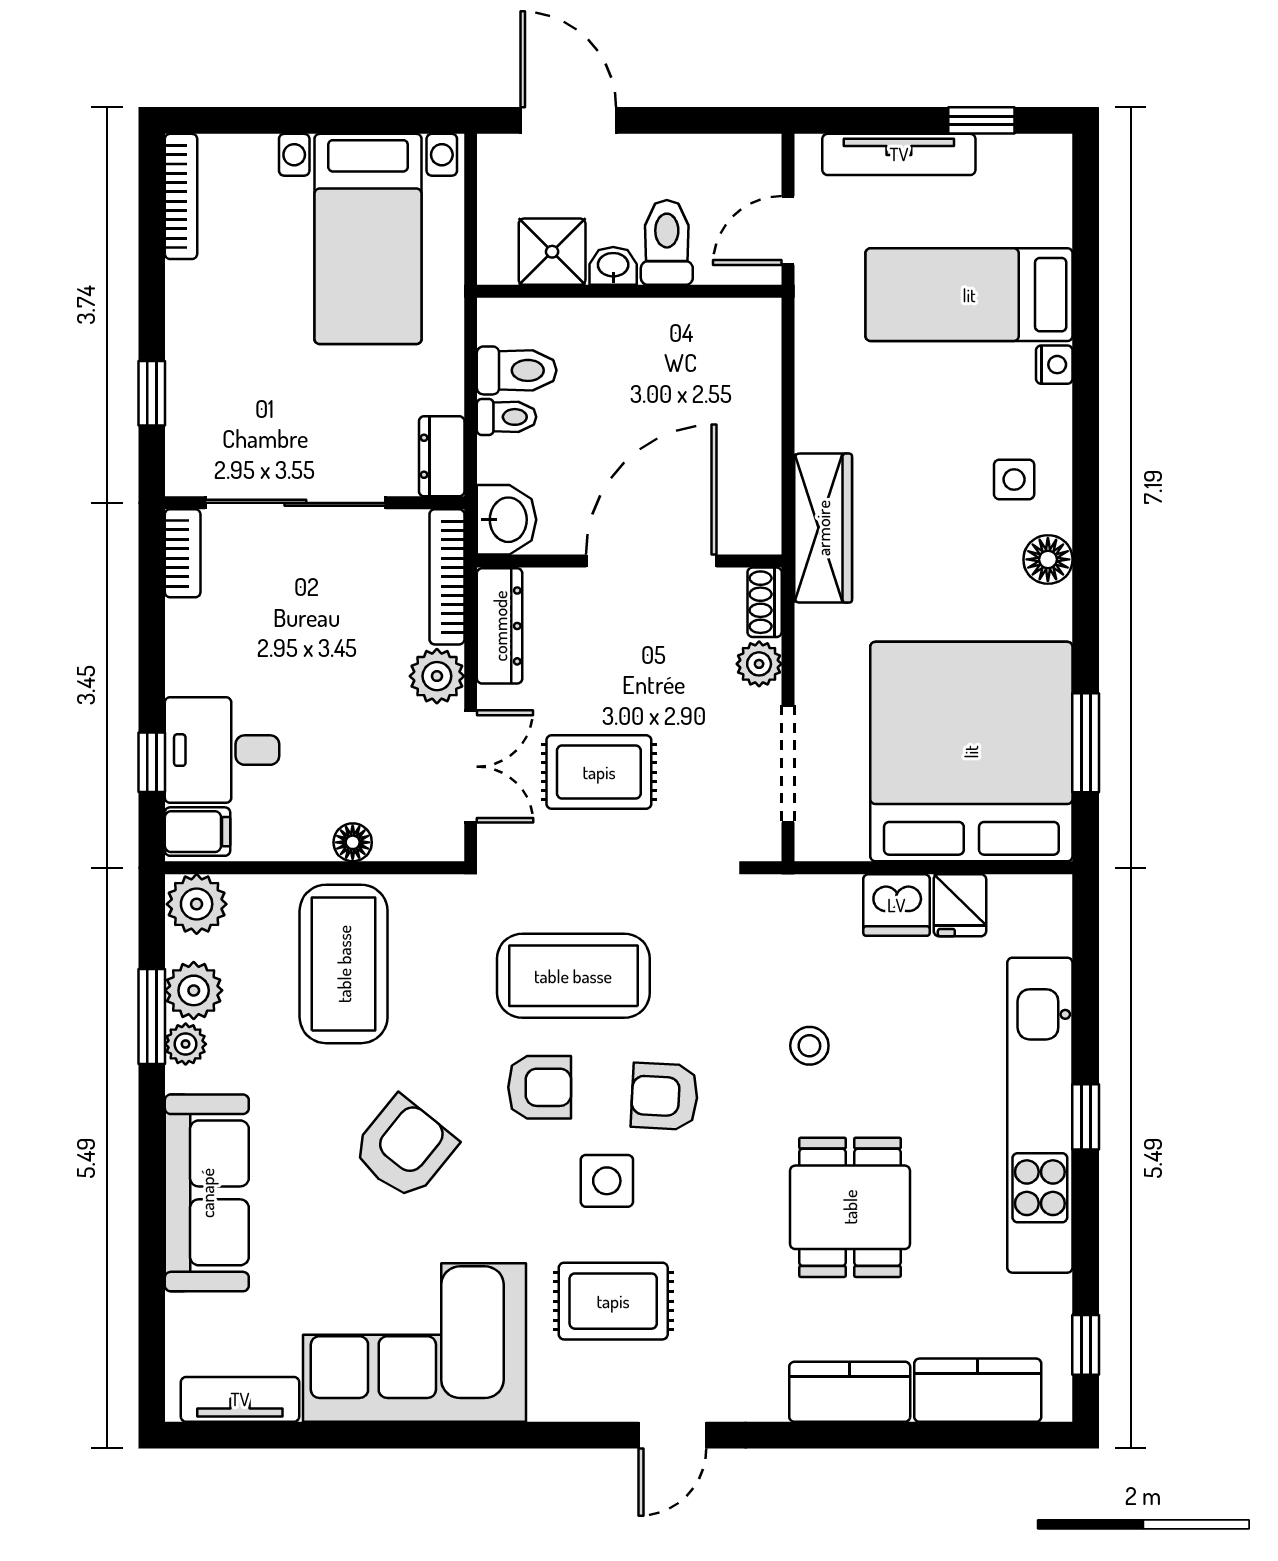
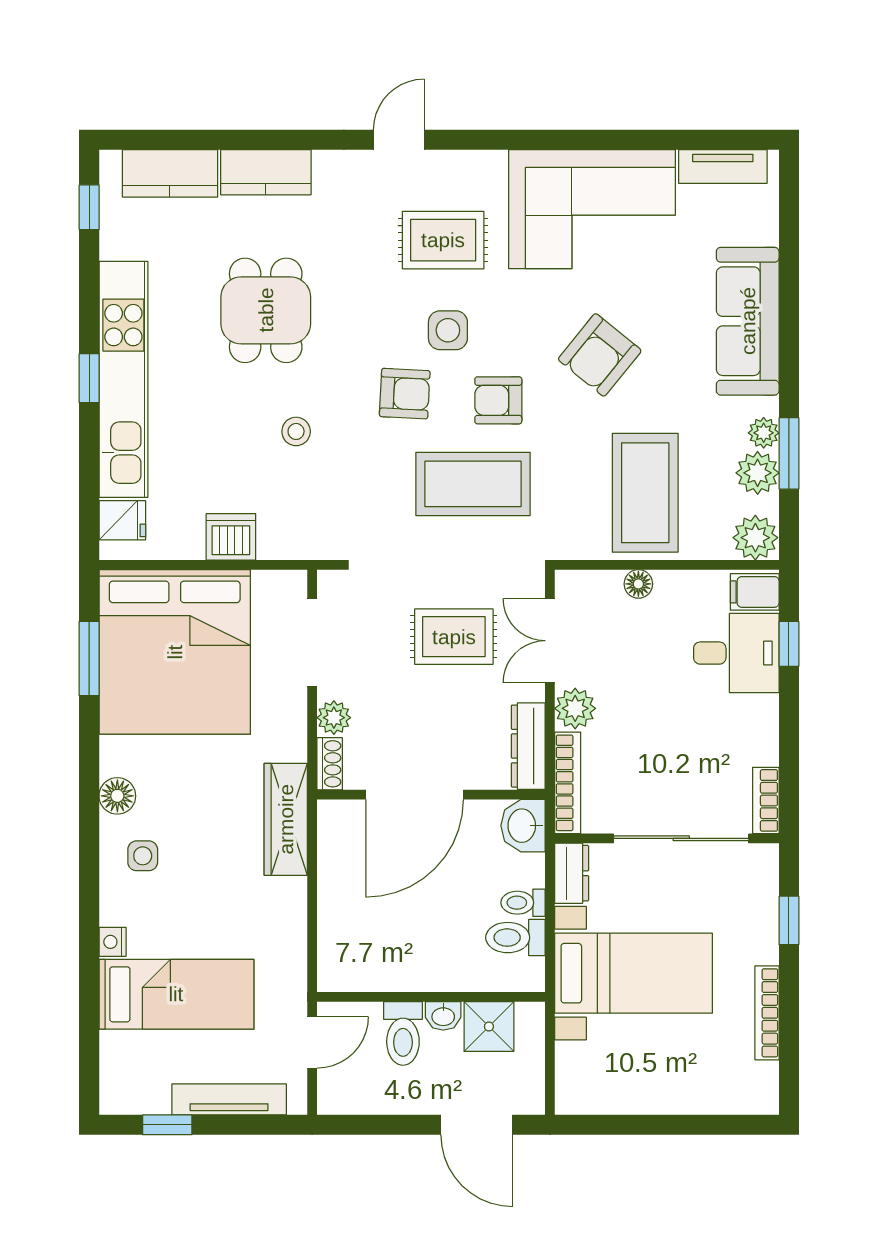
bookcase: (181, 196) -> (767, 1013), moved
bed with nightstands: (368, 239) -> (634, 973), moved, turned 90
fridge: (960, 905) -> (122, 520), moved, turned 90

